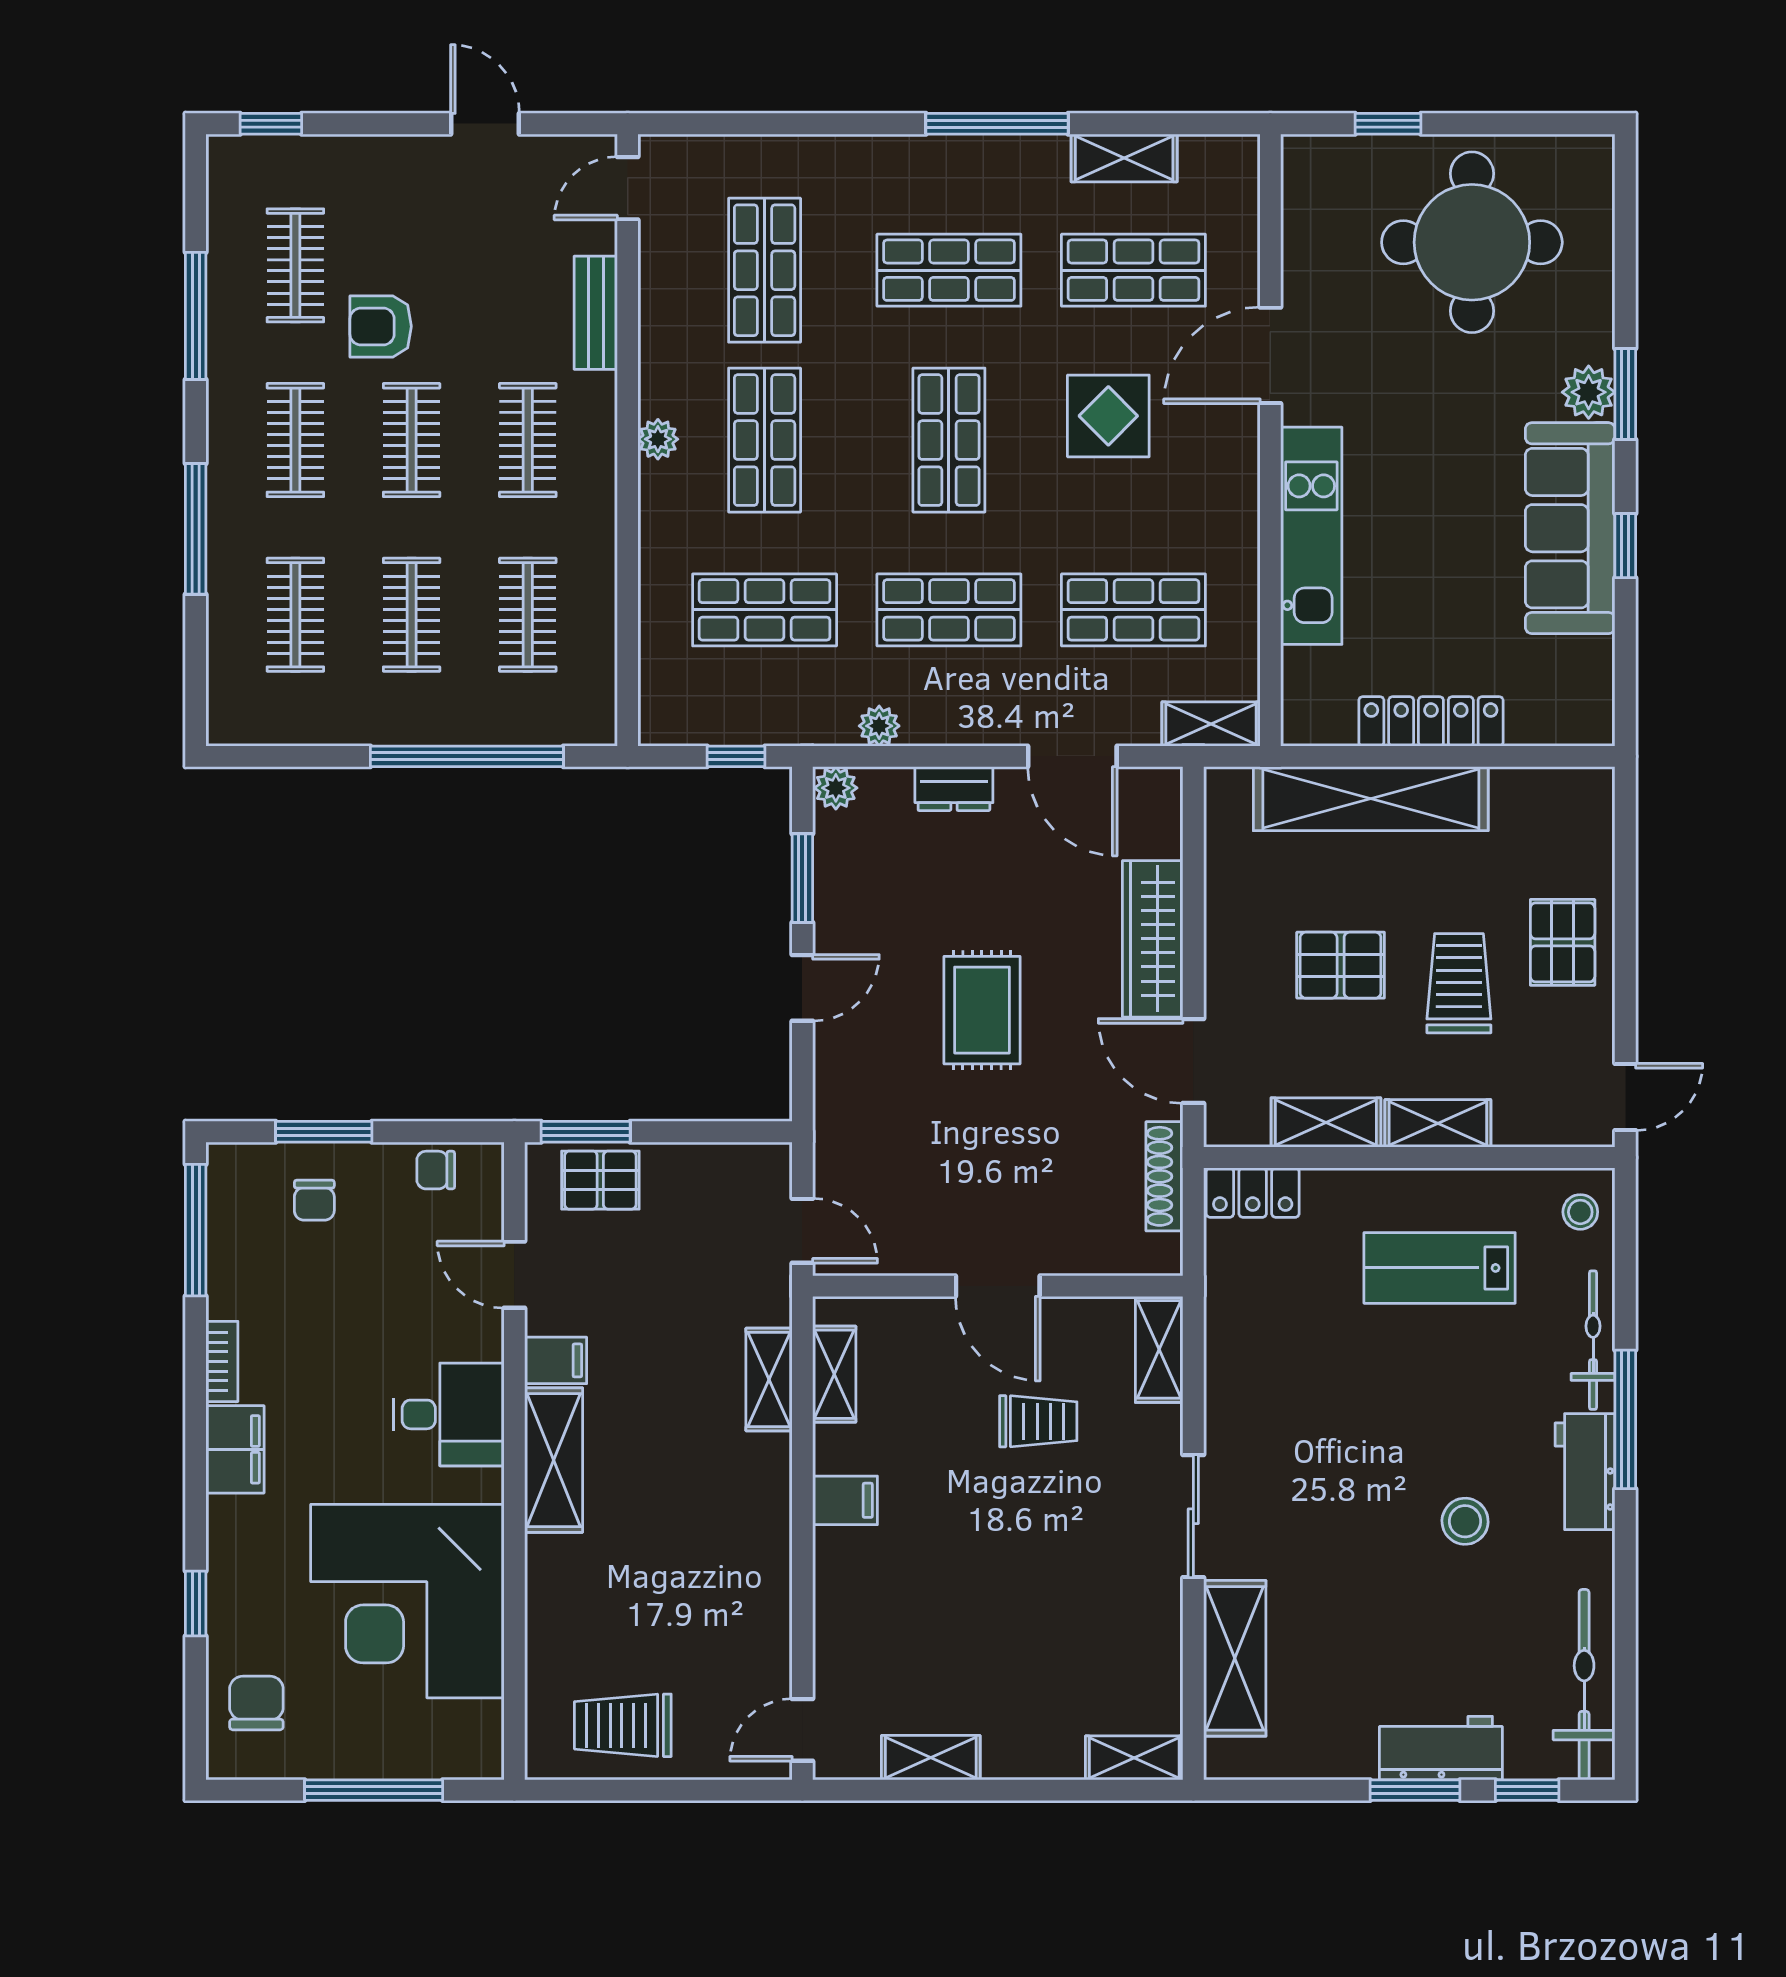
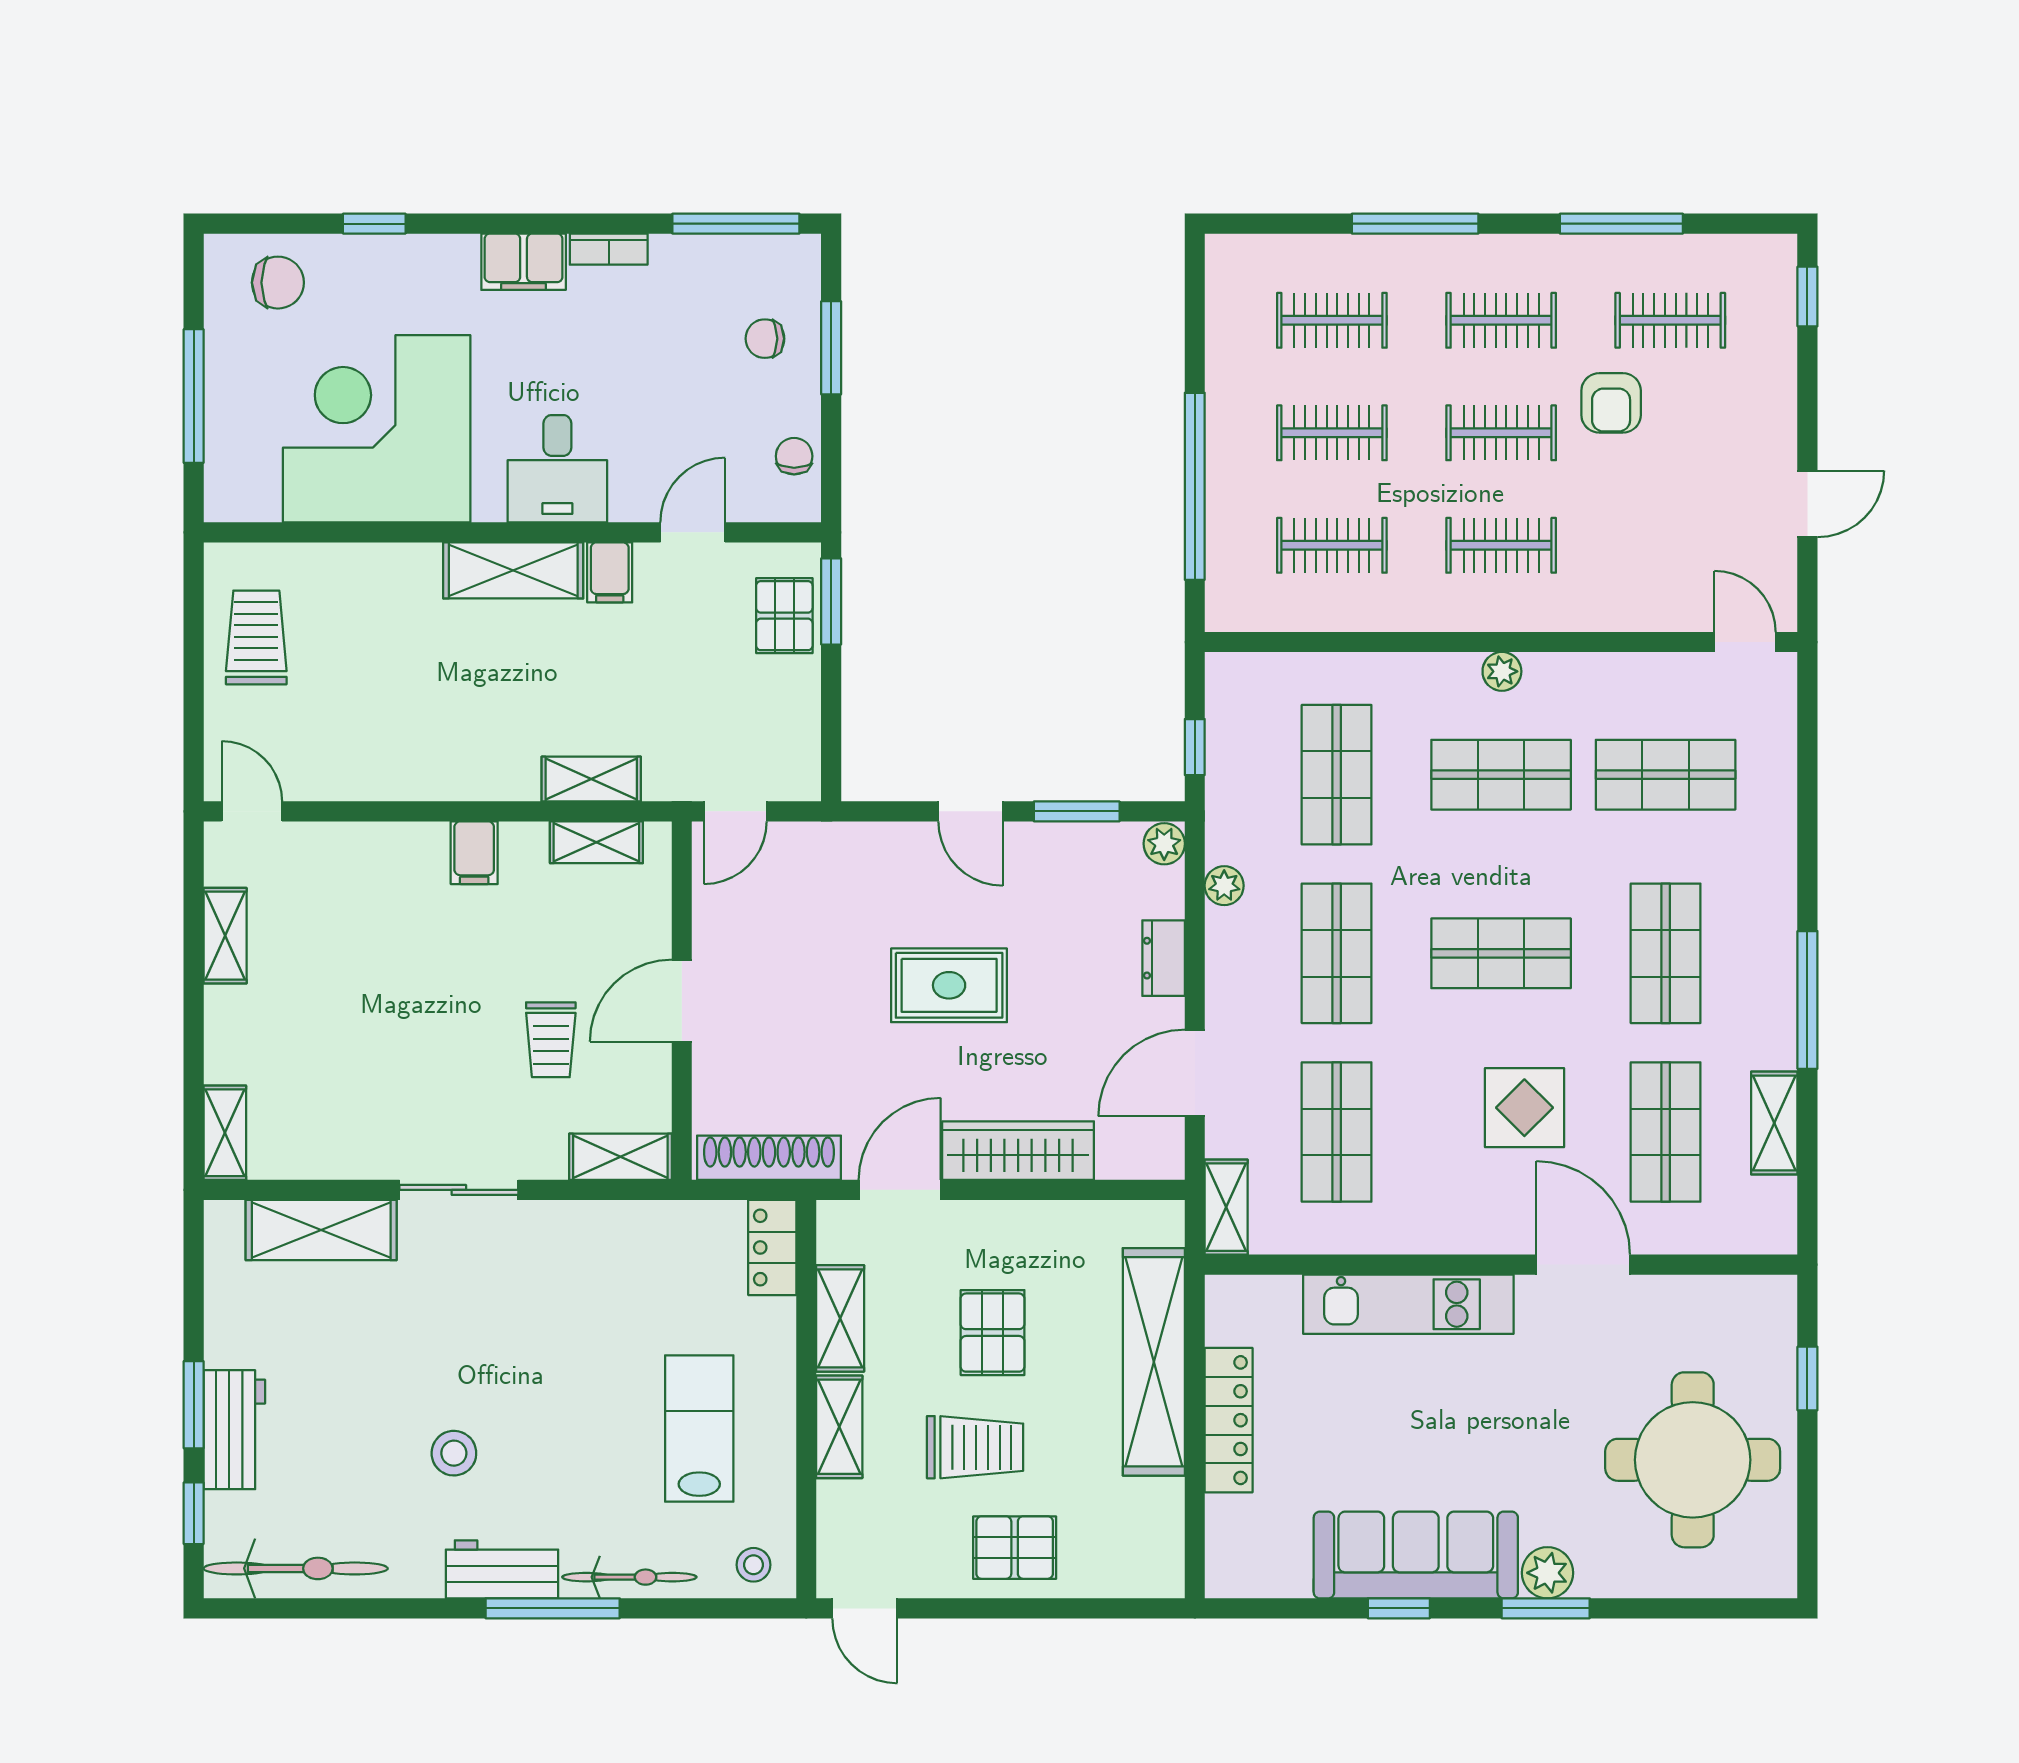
bench: (596, 313) -> (1624, 611), removed
armchair: (381, 326) -> (1611, 403), turned 180
shoe rack: (1164, 1176) -> (769, 1158), width x1.36, depth x1.24

